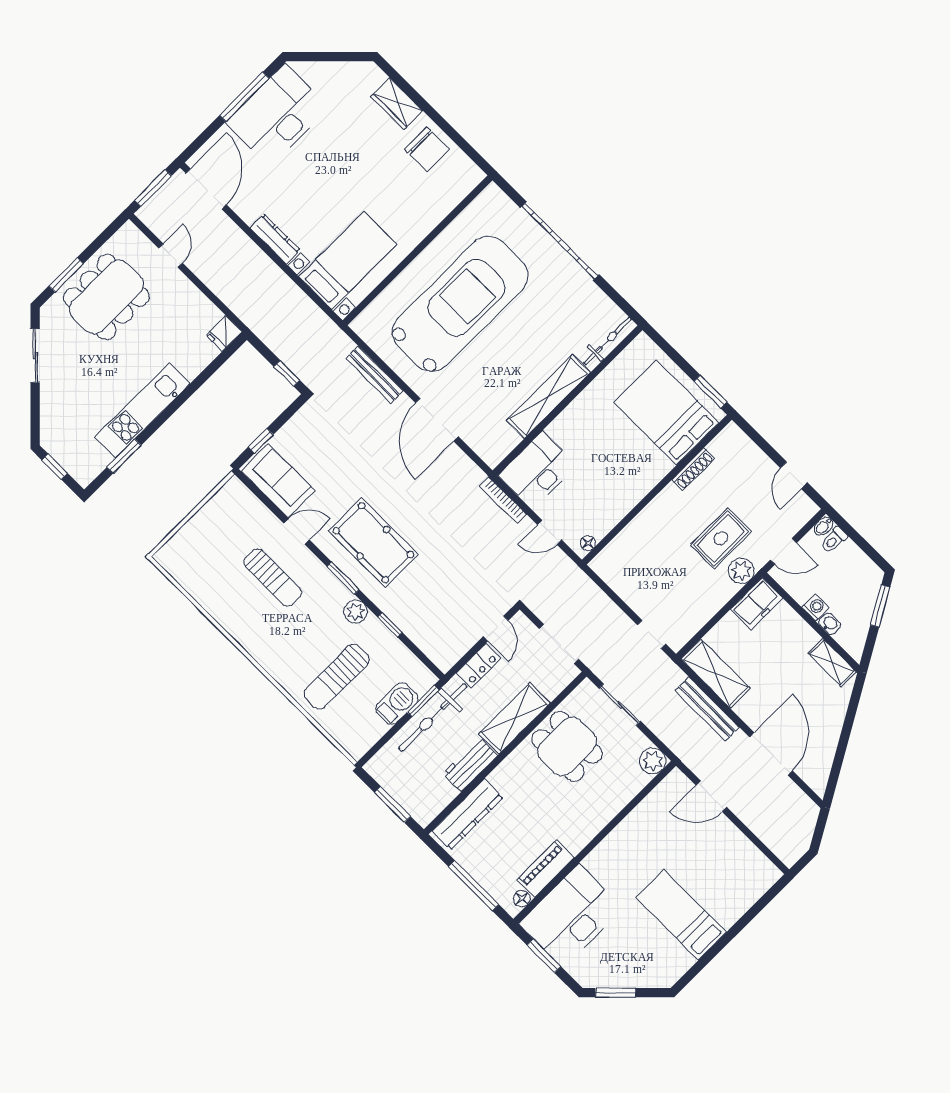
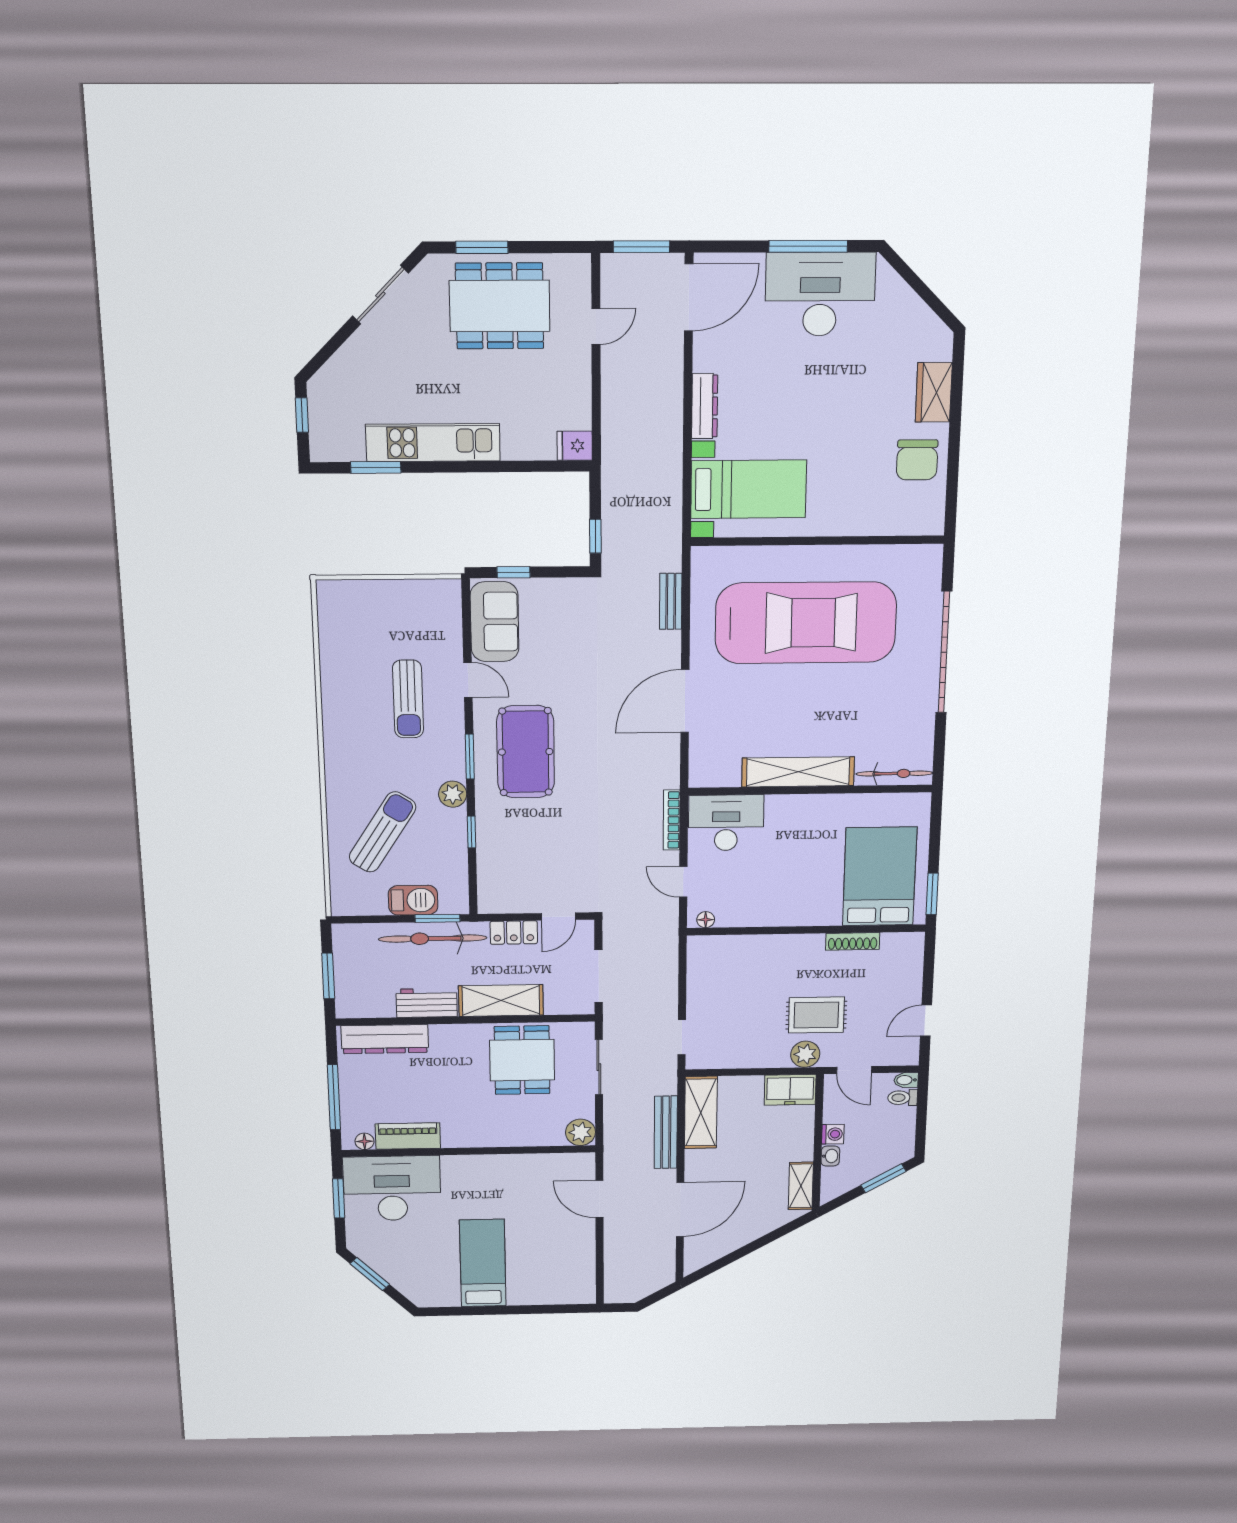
bench: (374, 375) -> (671, 601), width x0.73
sun lounger: (337, 677) -> (383, 832), turned 123

